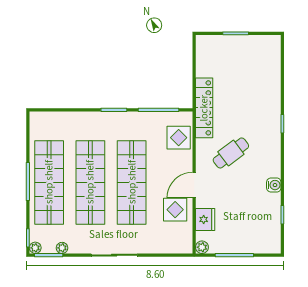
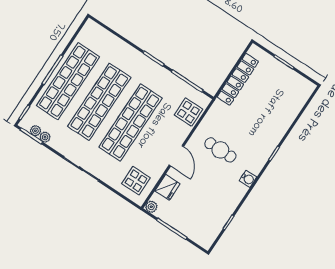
locker: (204, 108) -> (238, 79), moved
cafe table: (231, 153) -> (220, 150), turned 37
door: (194, 185) -> (176, 156), swing flipped
water cooler: (274, 185) -> (248, 179), moved
display table: (175, 210) -> (136, 181), moved
plant: (35, 248) -> (35, 131), moved

